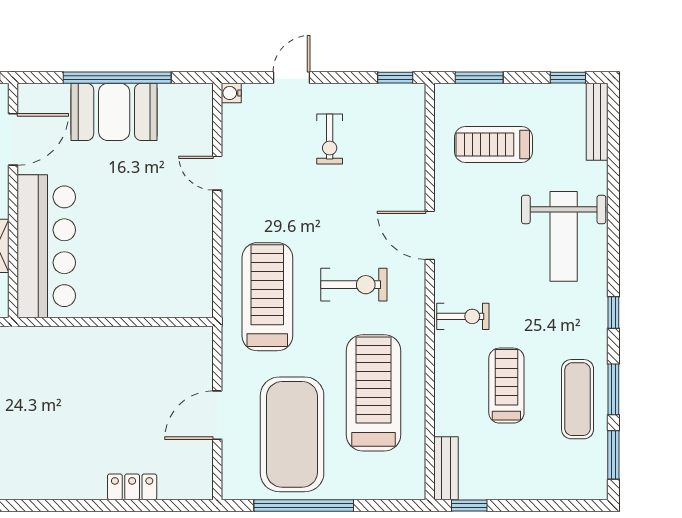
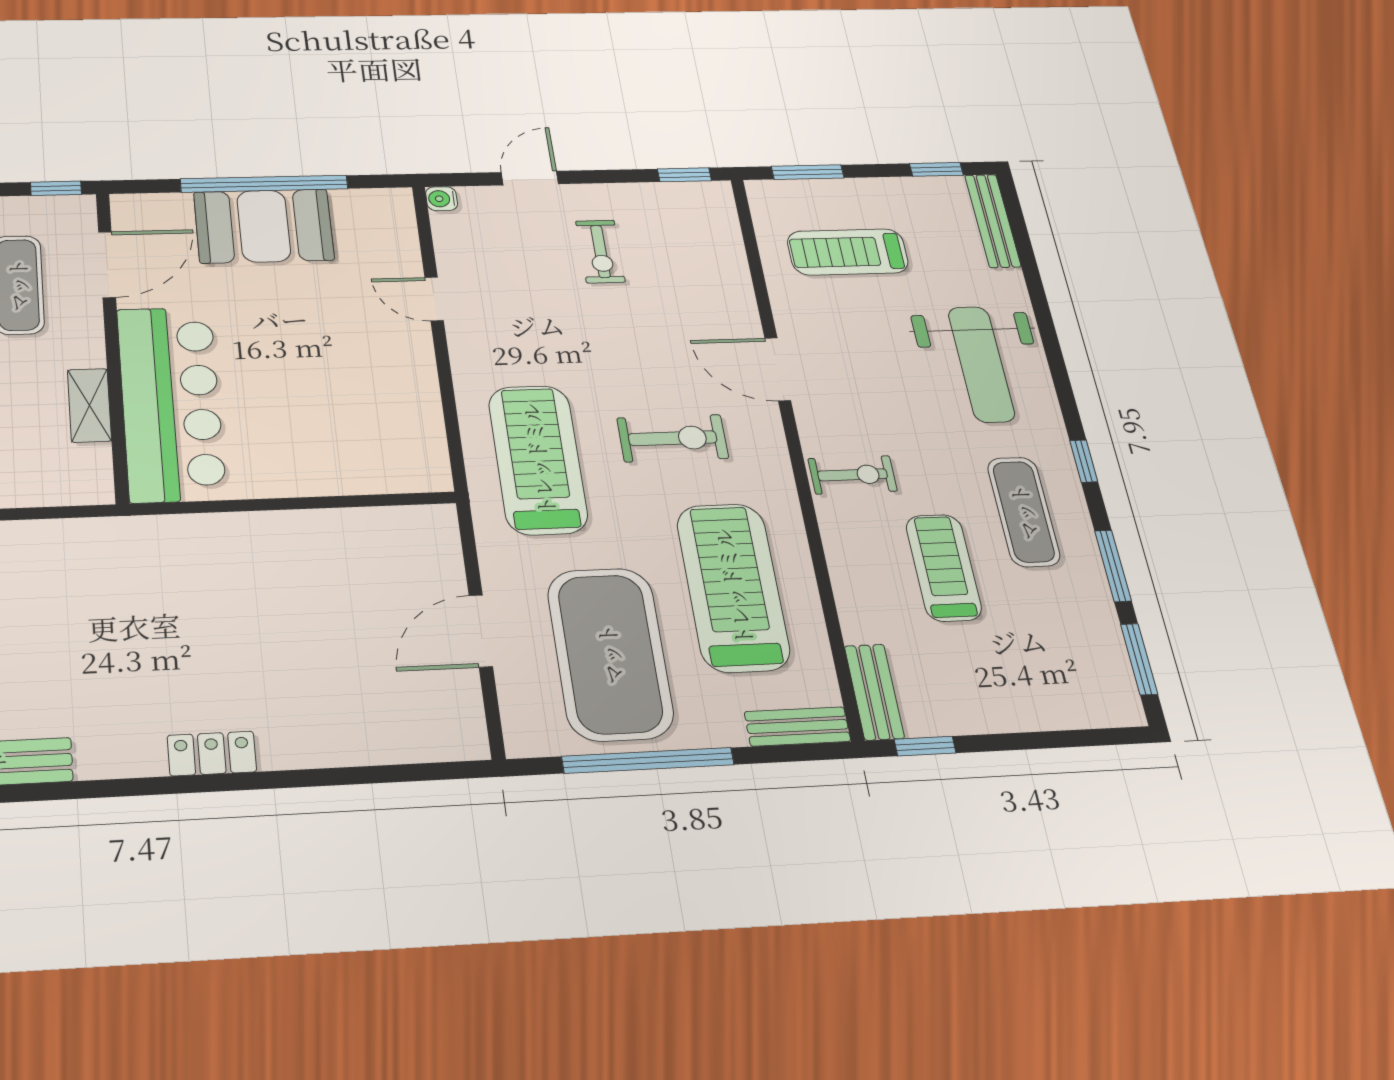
exercise mat: (578, 399) -> (1024, 512), moved
locker: (132, 487) -> (212, 754), moved
bench: (396, 488) -> (797, 726), added

